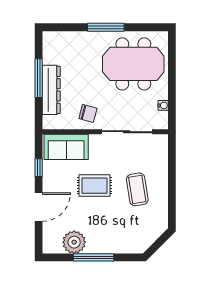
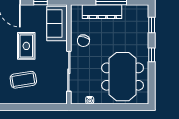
window: (68, 27) -> (152, 25), added
window: (106, 27) -> (152, 55), width x0.46

